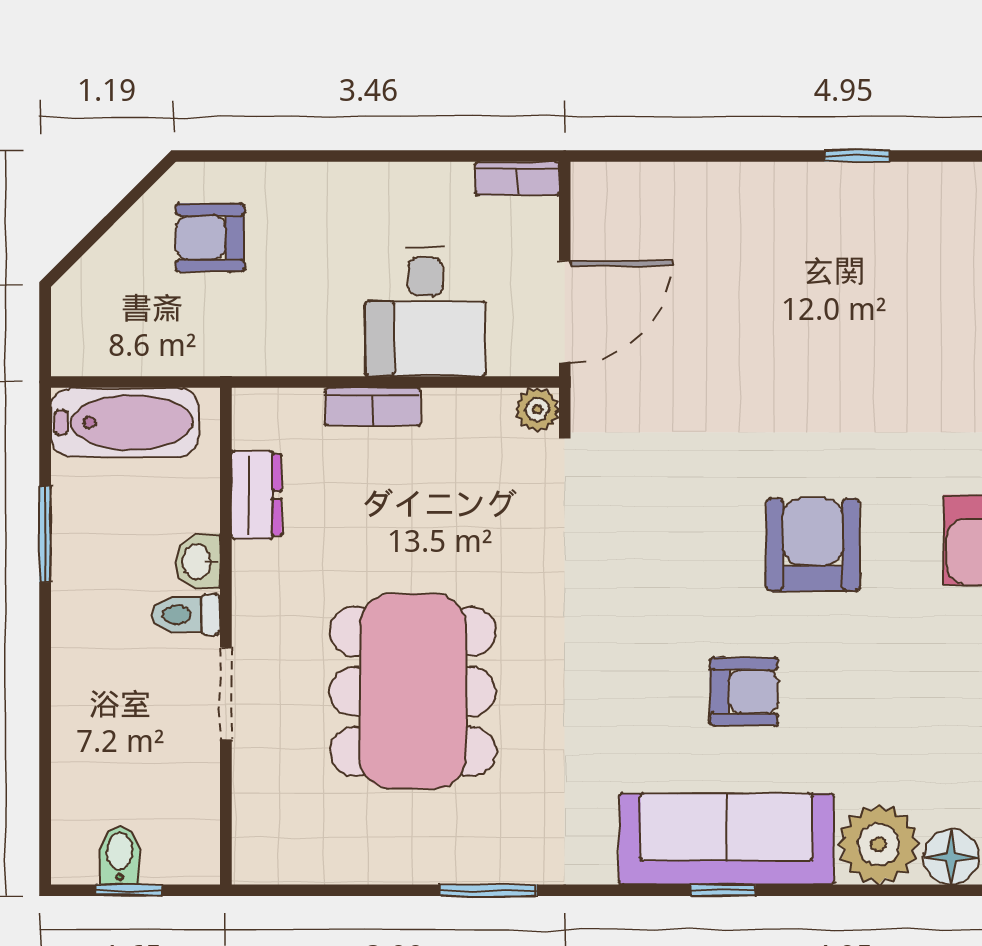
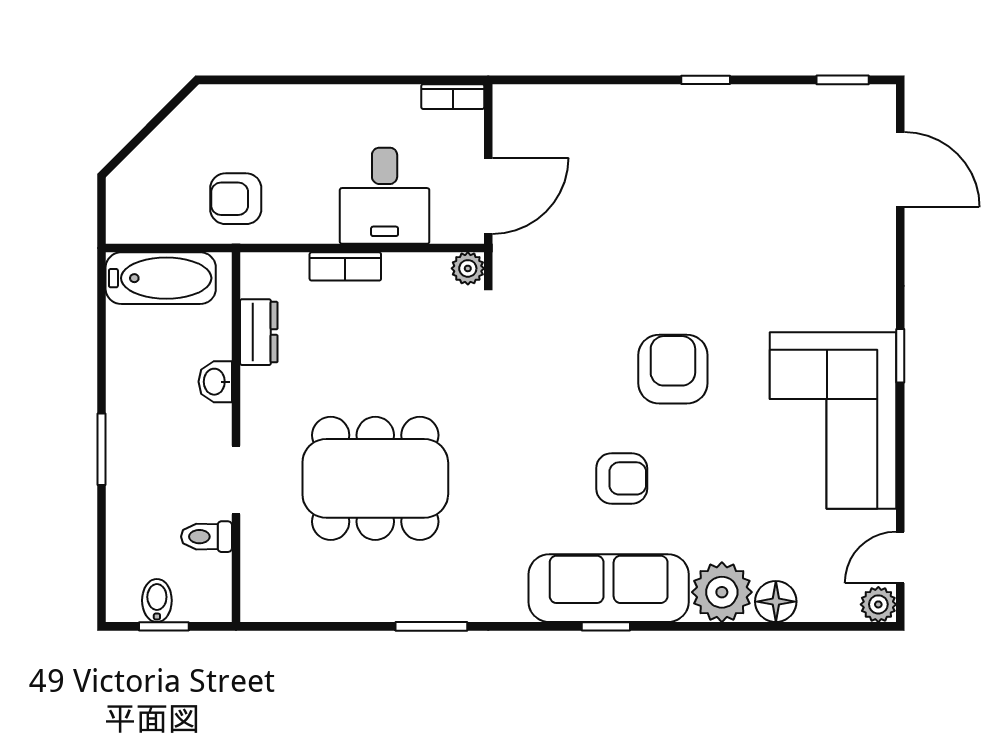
armchair: (210, 238) -> (236, 199), moved
window: (45, 534) -> (102, 449), moved
toilet: (186, 615) -> (206, 537), moved
dining table: (413, 691) -> (375, 478), turned 90

